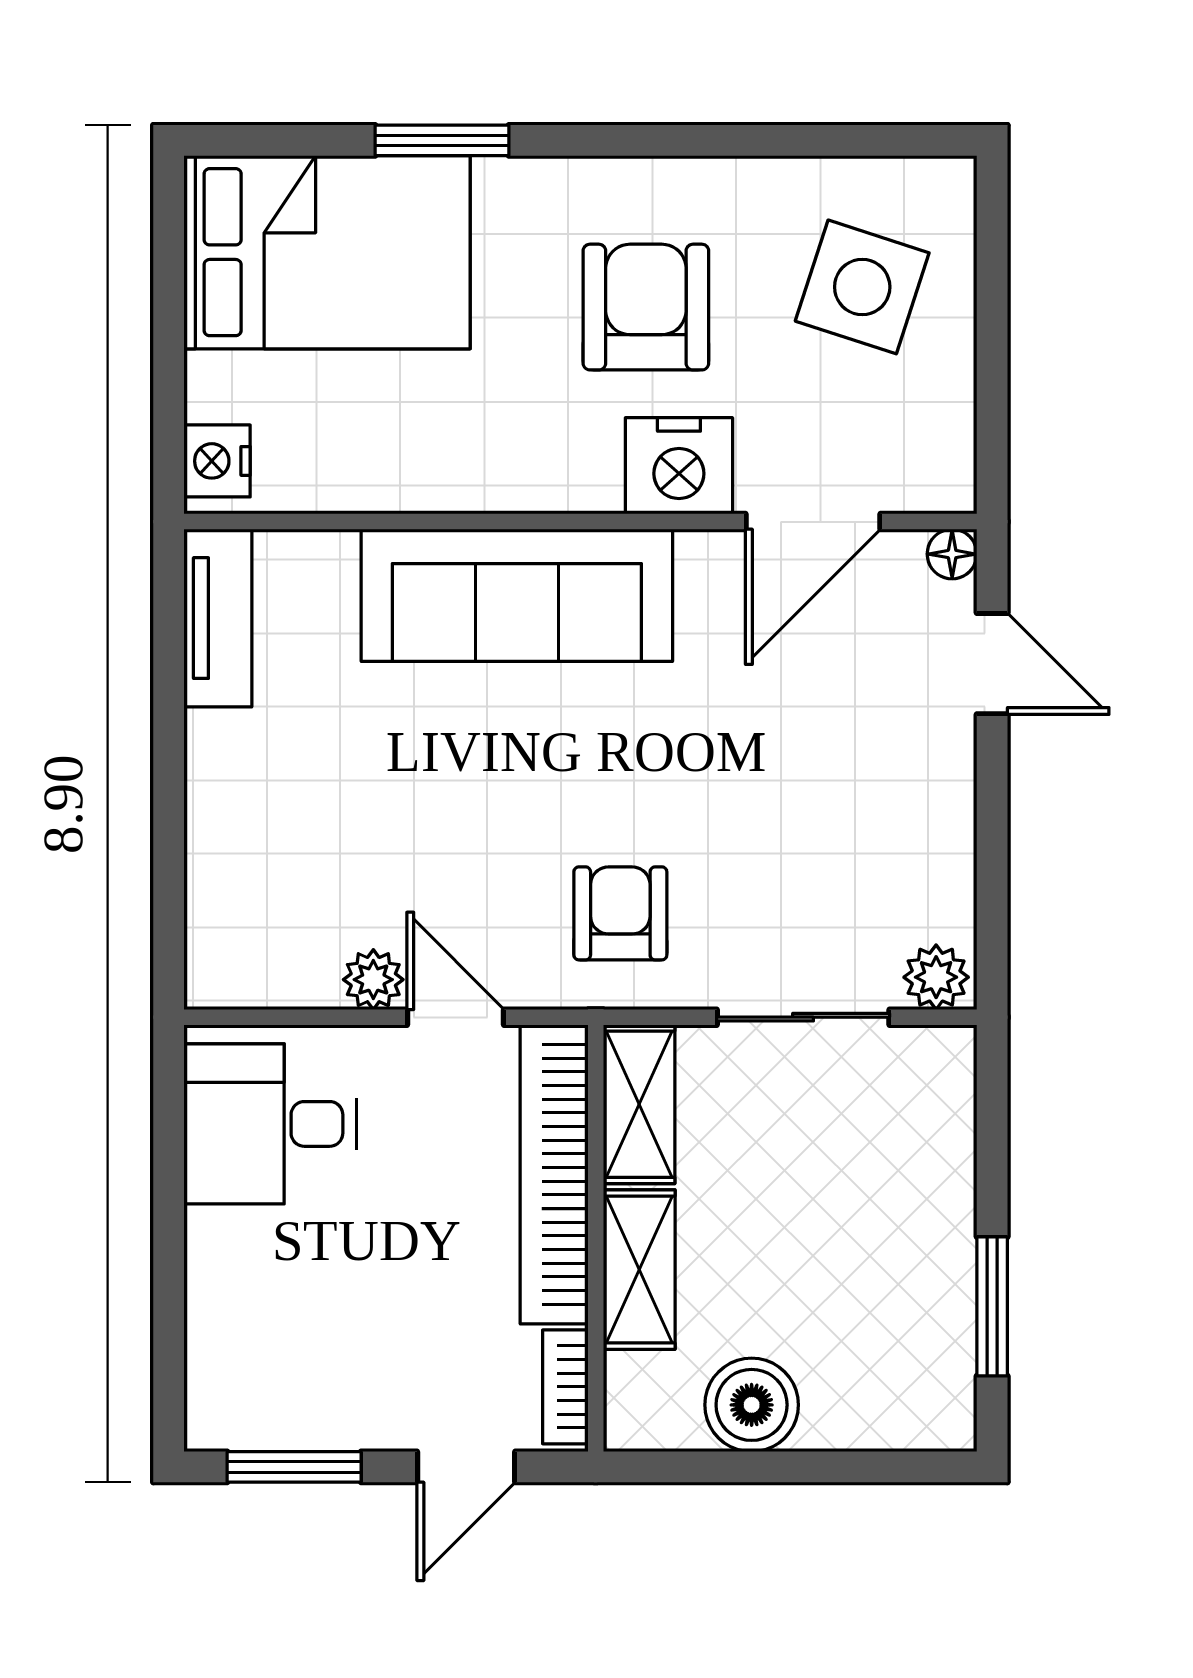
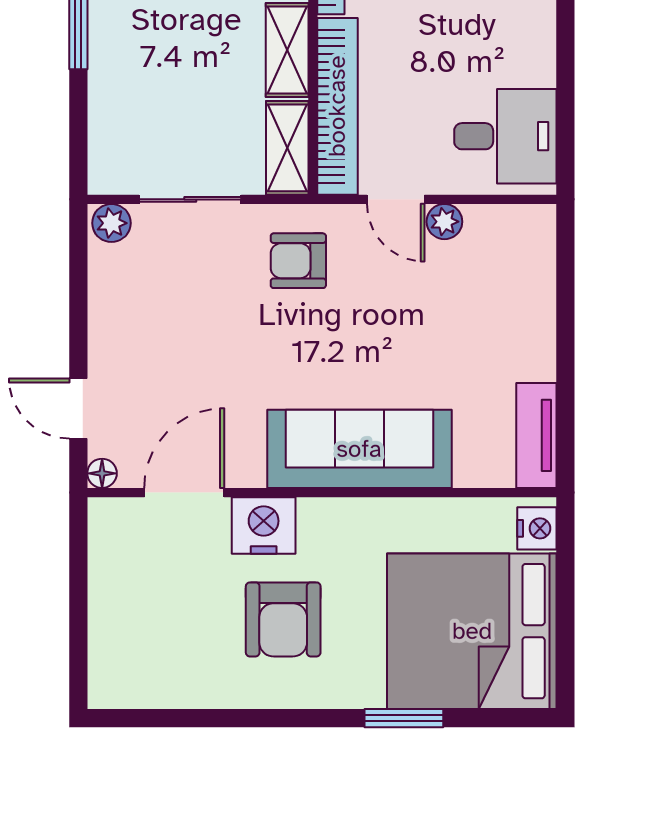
bed: (327, 252) -> (472, 631), width x1.36
side table: (862, 287) -> (155, 631), removed
armchair: (620, 913) -> (298, 261), turned 90

